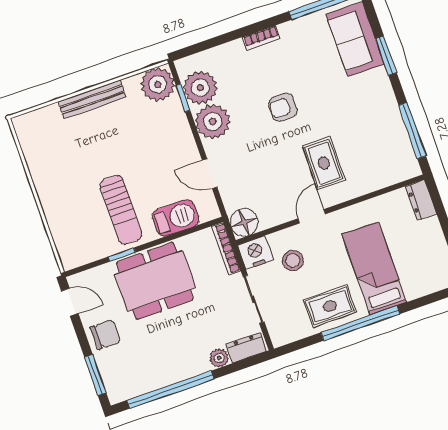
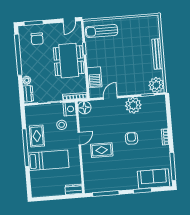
plant: (200, 88) -> (150, 104), removed
sun lounger: (121, 210) -> (102, 31), moved
door: (312, 216) -> (79, 139), hinge flipped
chair: (105, 334) -> (37, 39), moved

